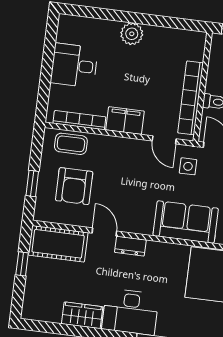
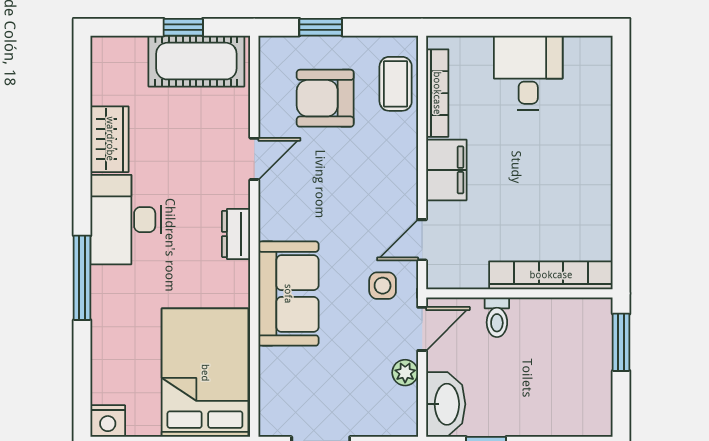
plant: (132, 34) -> (594, 163), removed
bookcase: (191, 98) -> (551, 275), moved
cot: (58, 244) -> (196, 61), moved, turned 90
dresser: (130, 246) -> (236, 234), moved

